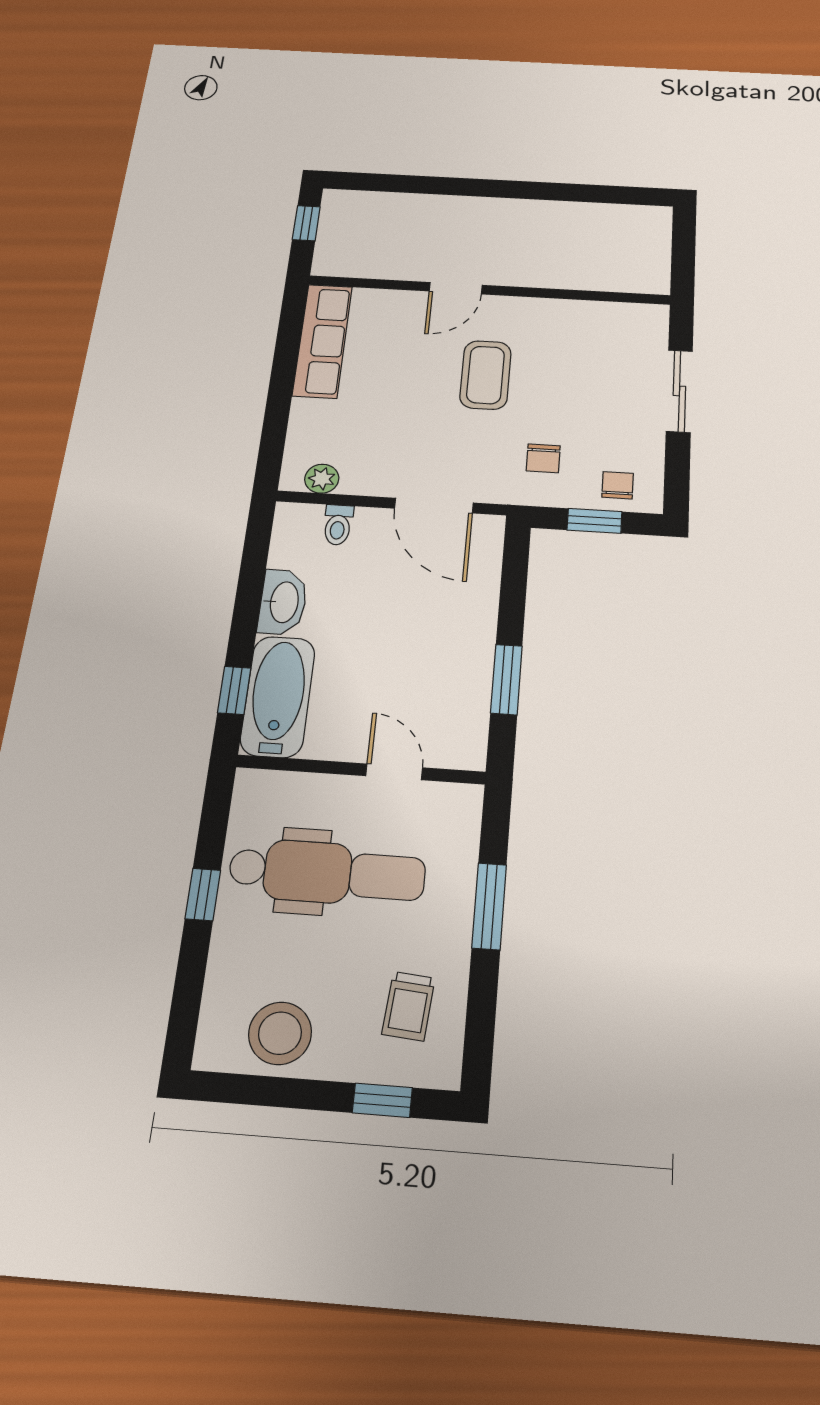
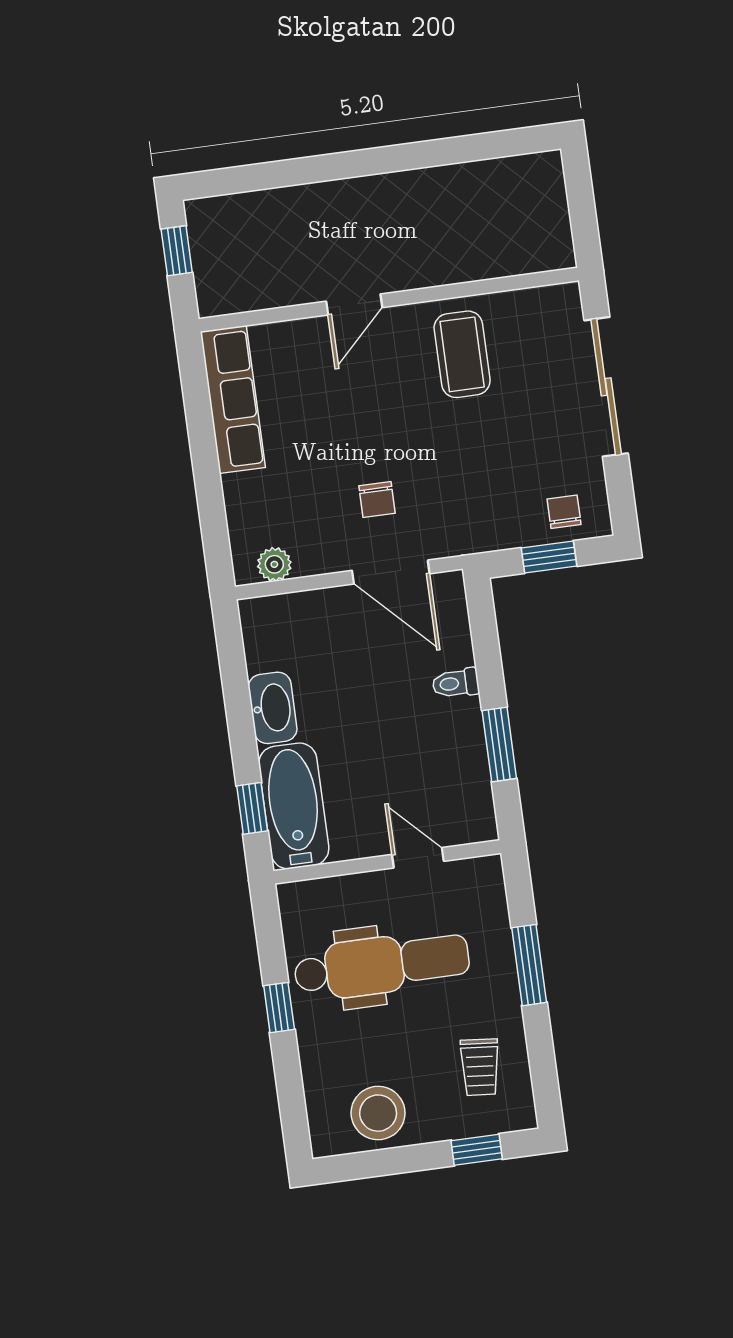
coffee table: (485, 375) -> (462, 354), moved
sliding door: (679, 391) -> (606, 387), width x1.37
chair: (543, 458) -> (377, 499), moved
toilet: (338, 525) -> (456, 683), moved, turned 90

